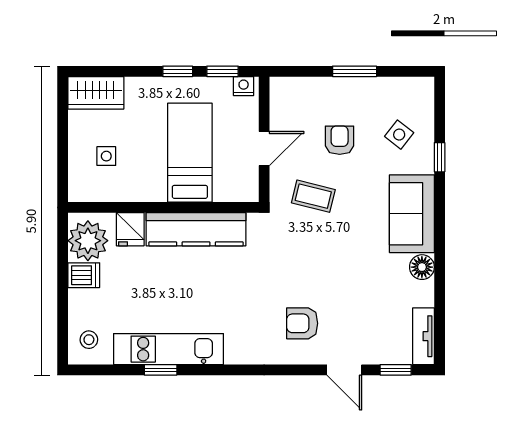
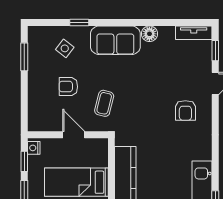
window: (355, 71) -> (24, 57), moved

